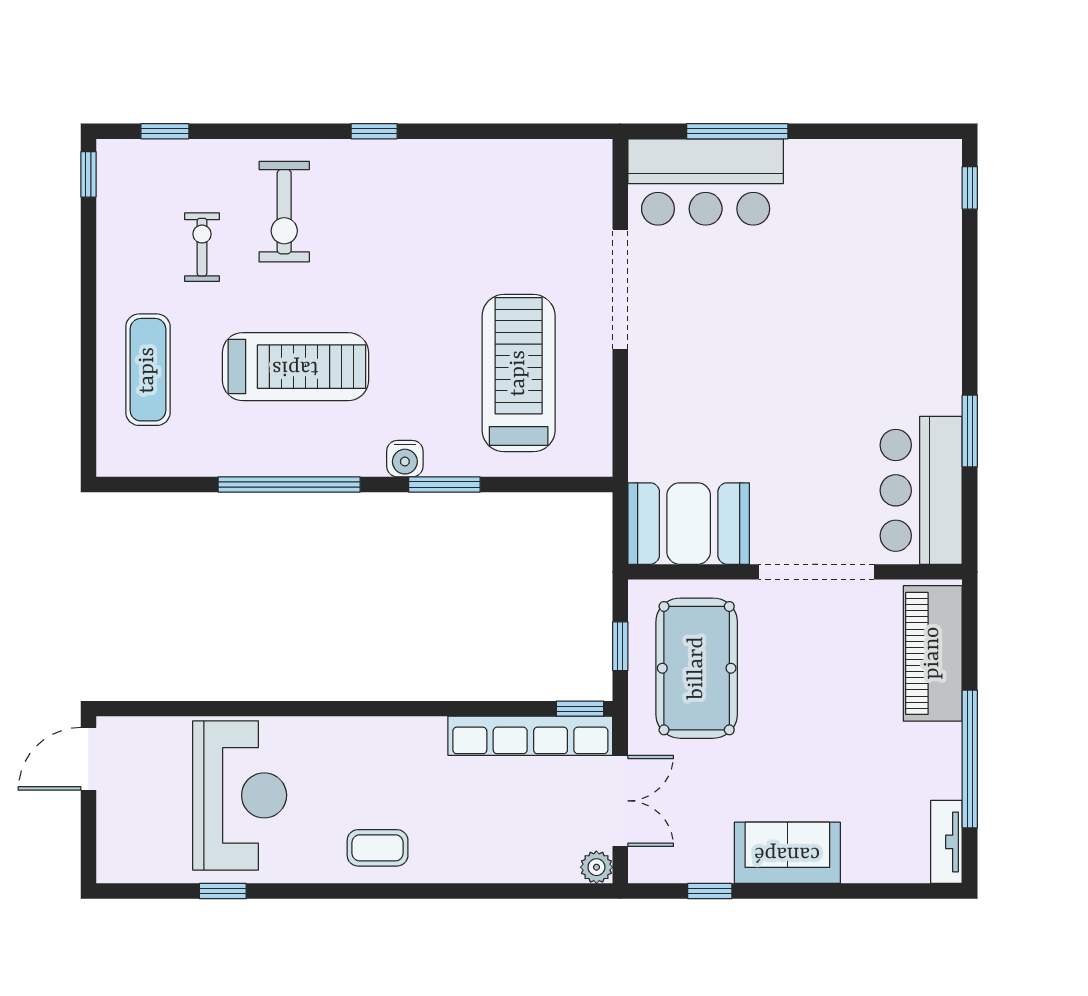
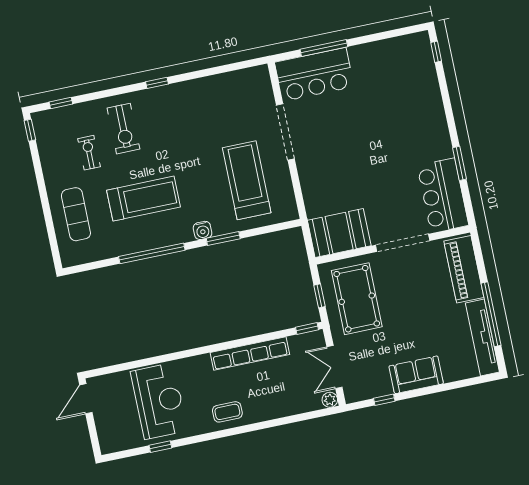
row of seats: (530, 736) -> (250, 353), moved
double door: (620, 801) -> (334, 367), swing flipped
tv unit: (946, 842) -> (482, 337), width x1.92, depth x1.29

